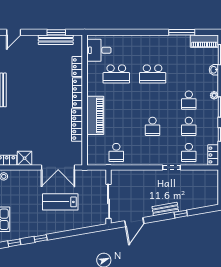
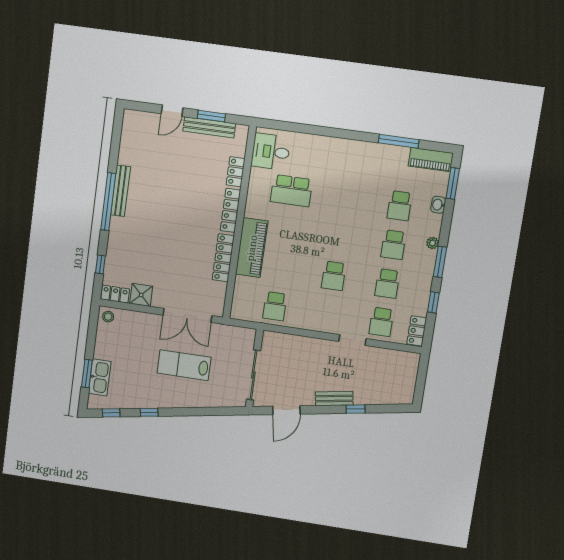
door: (14, 32) -> (172, 111), moved
school desk: (153, 74) -> (399, 206), moved, width x0.54

